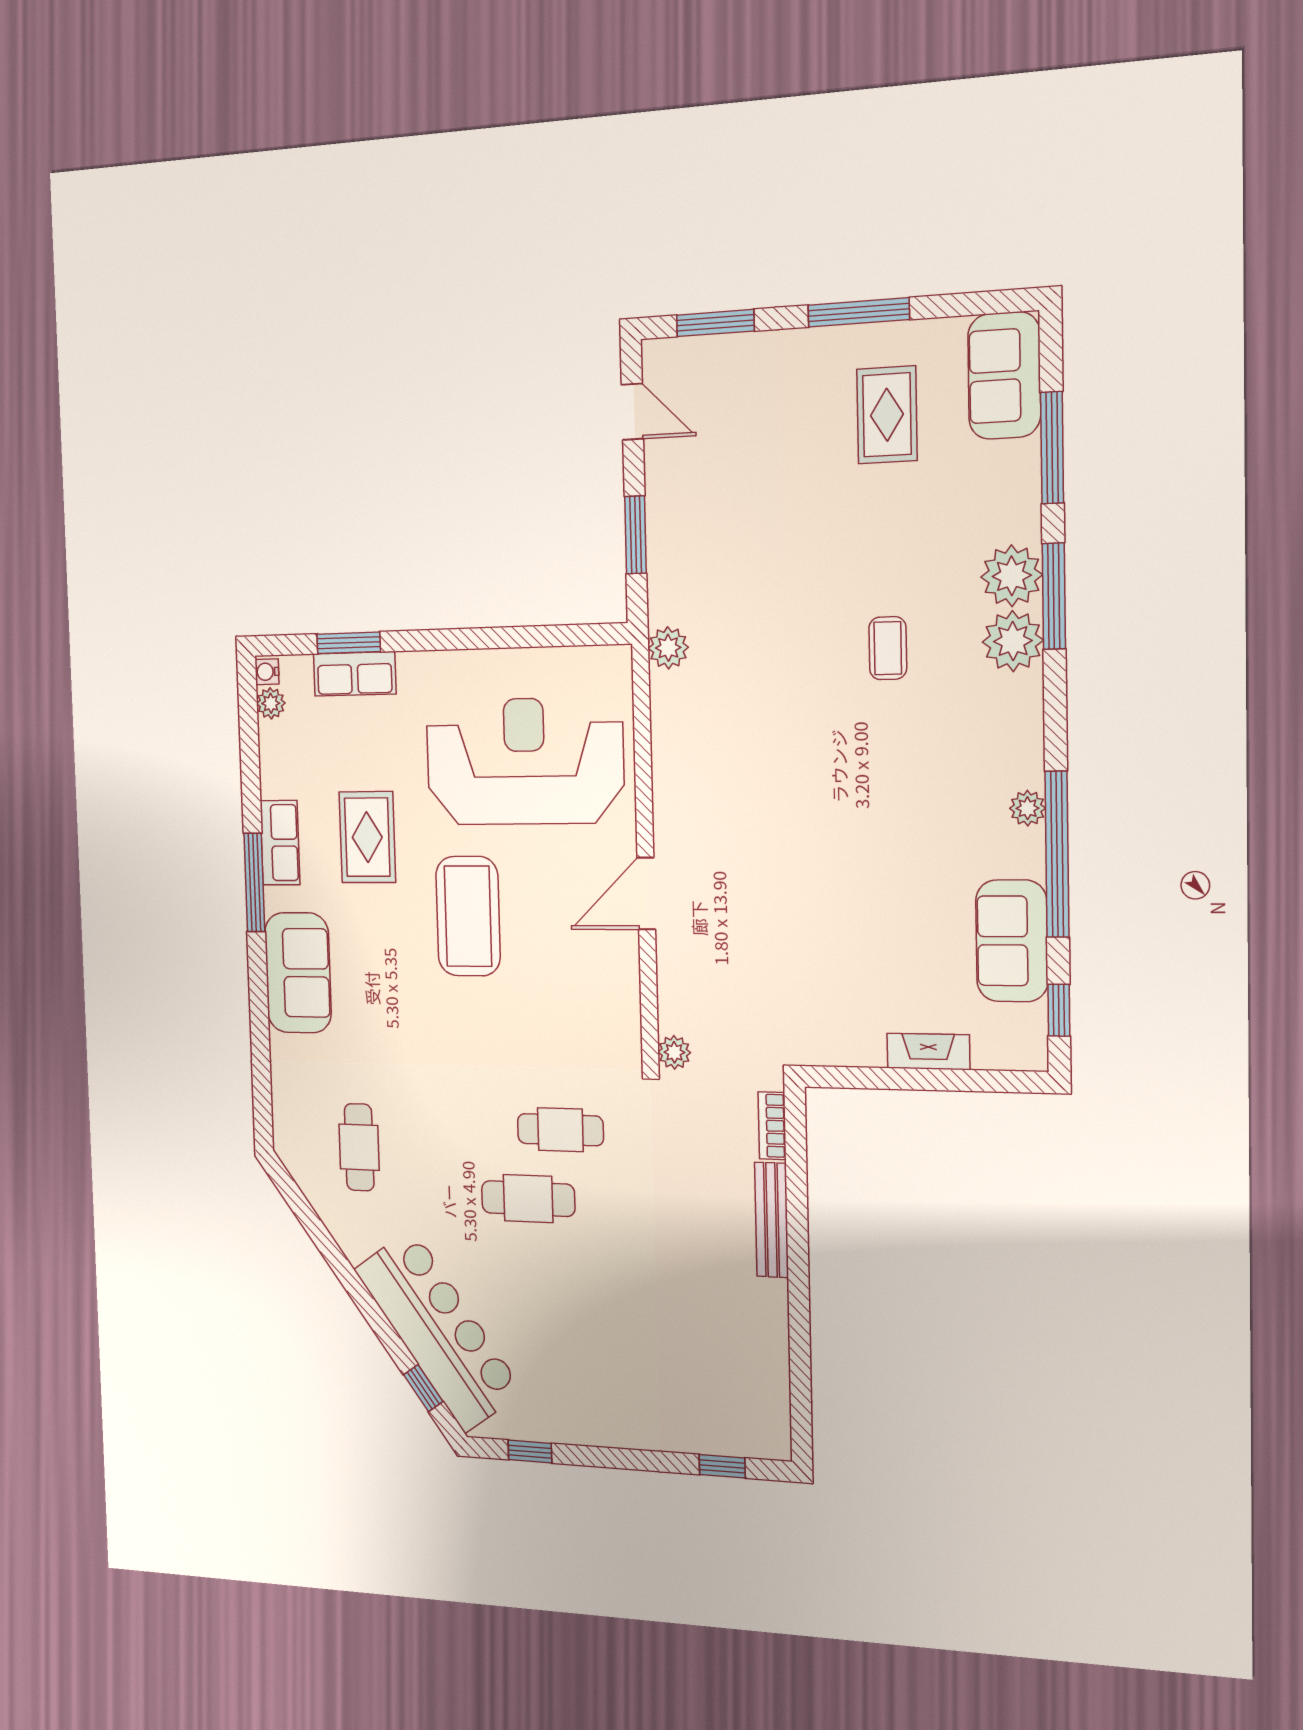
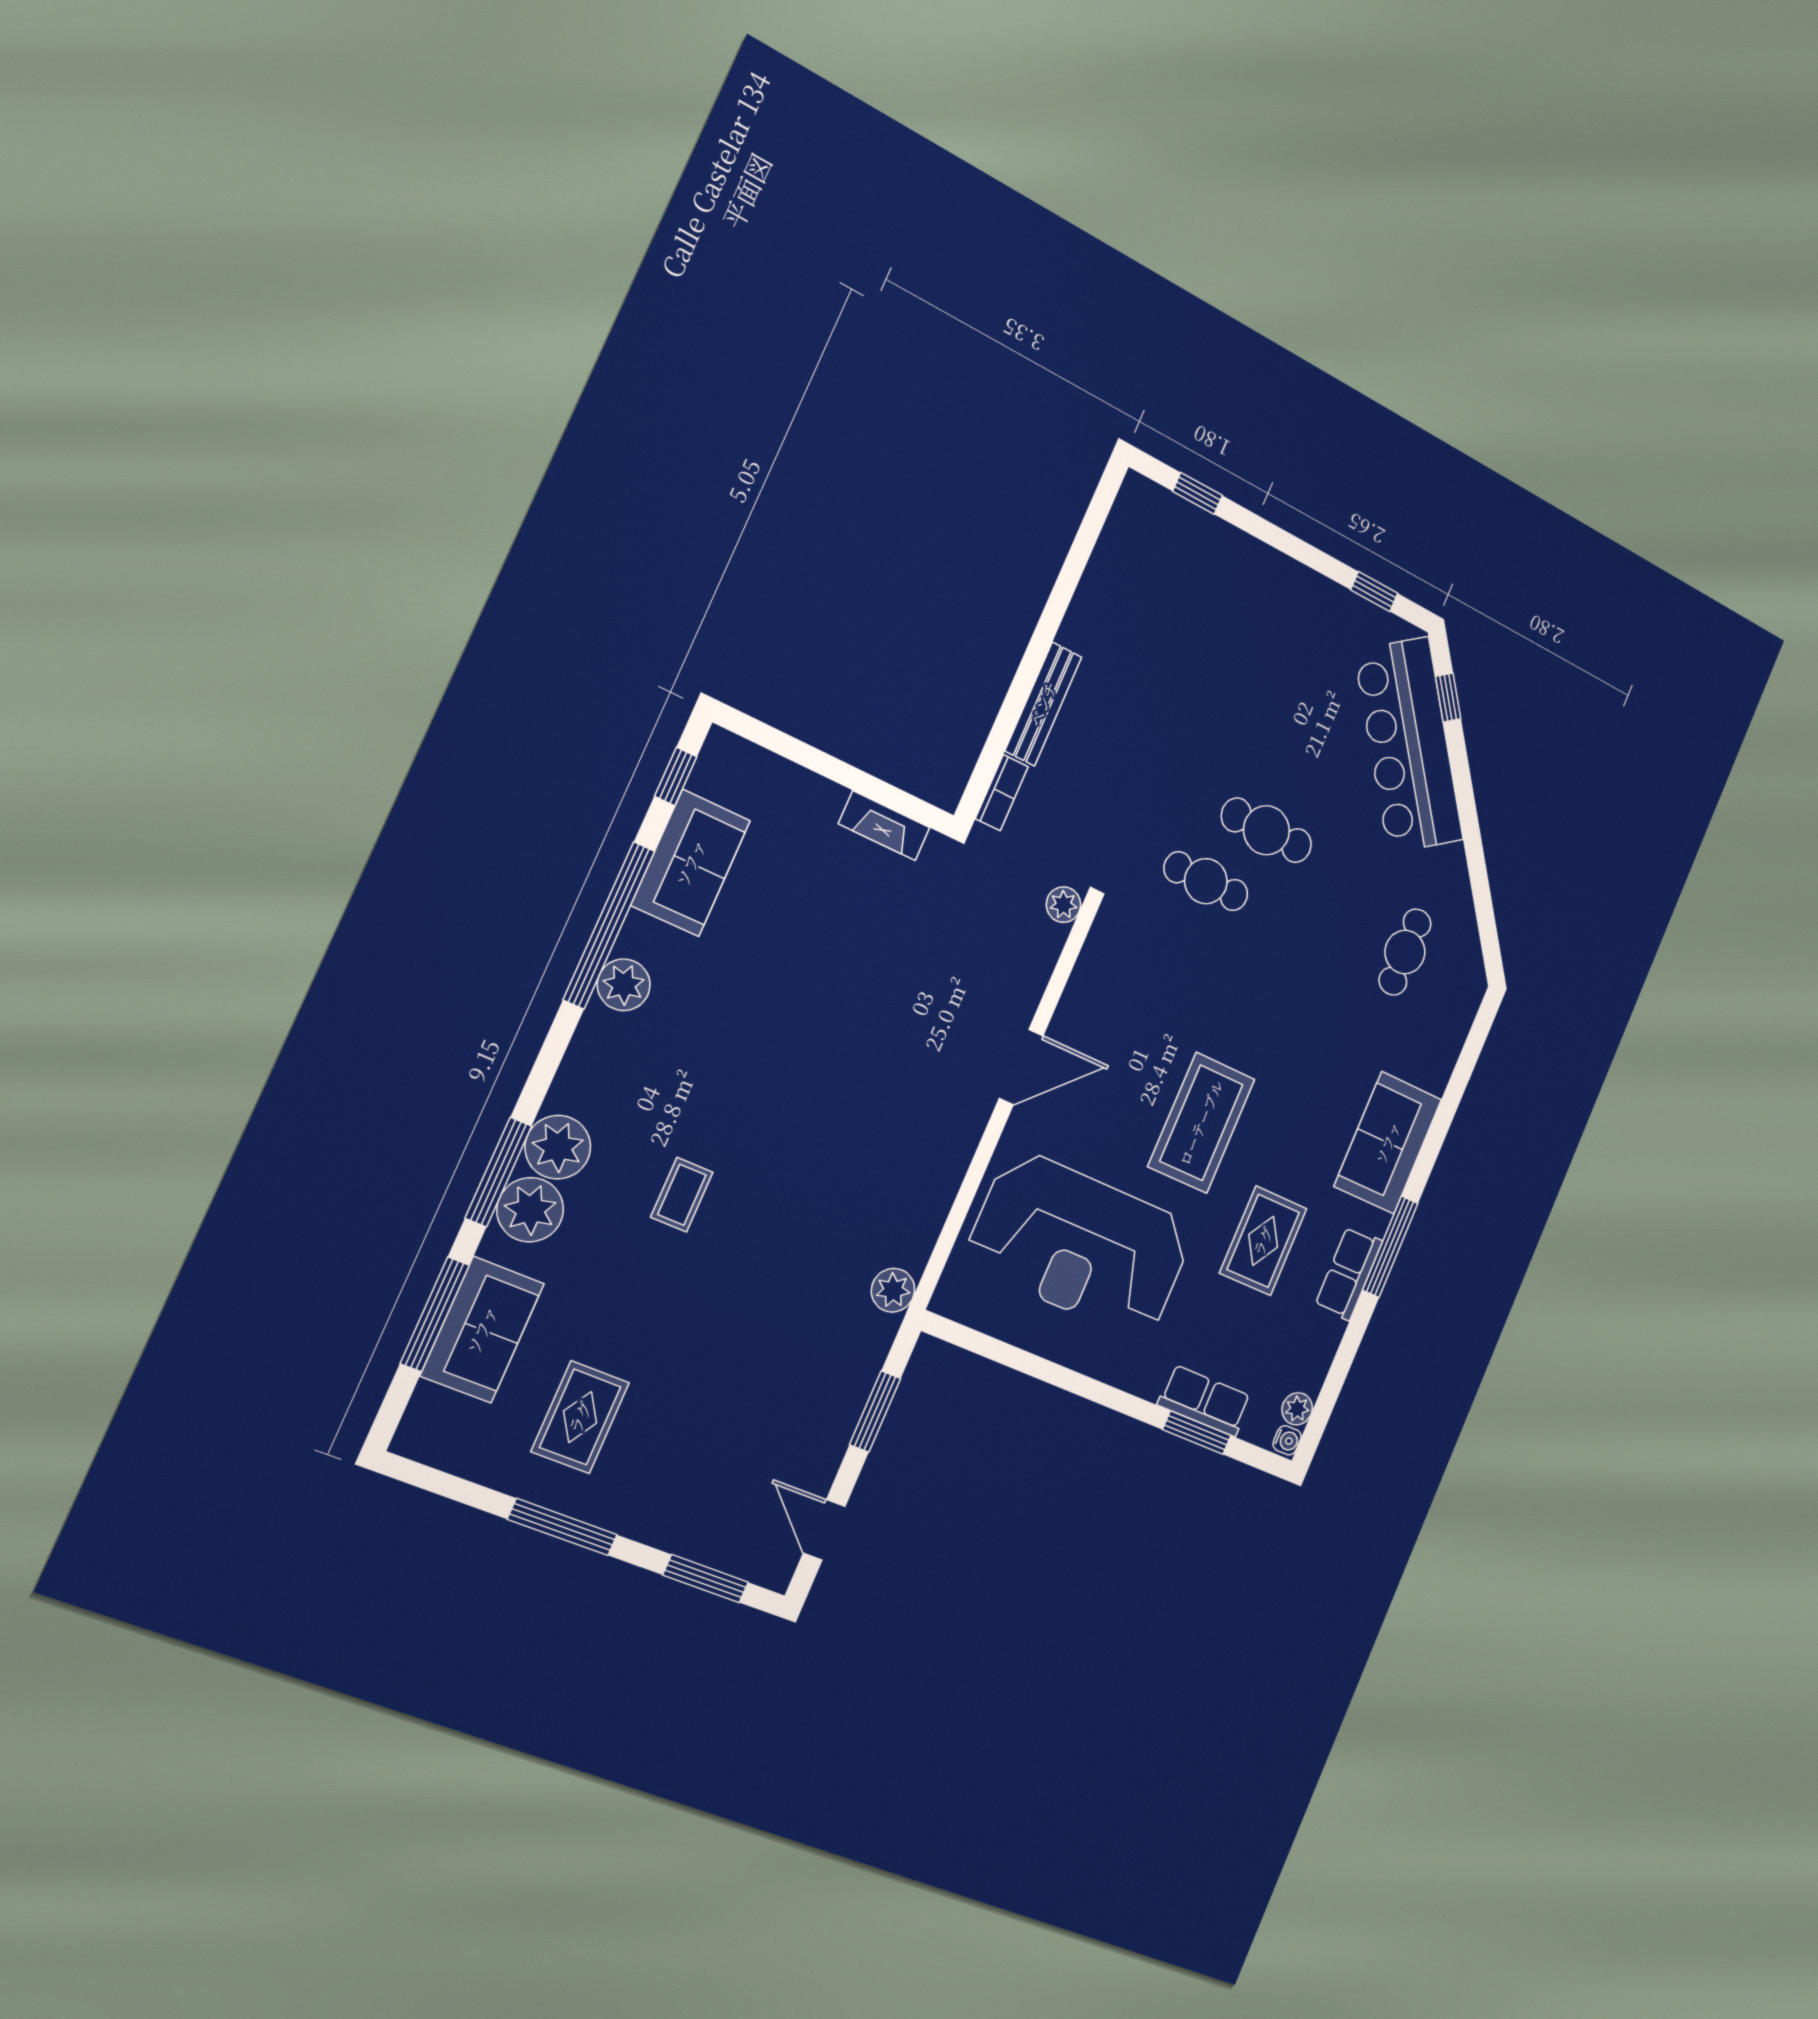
sofa: (1004, 376) -> (482, 1330), moved
plant: (1028, 808) -> (624, 985), width x1.38, depth x1.38
fireplace: (928, 1052) -> (884, 826), moved

